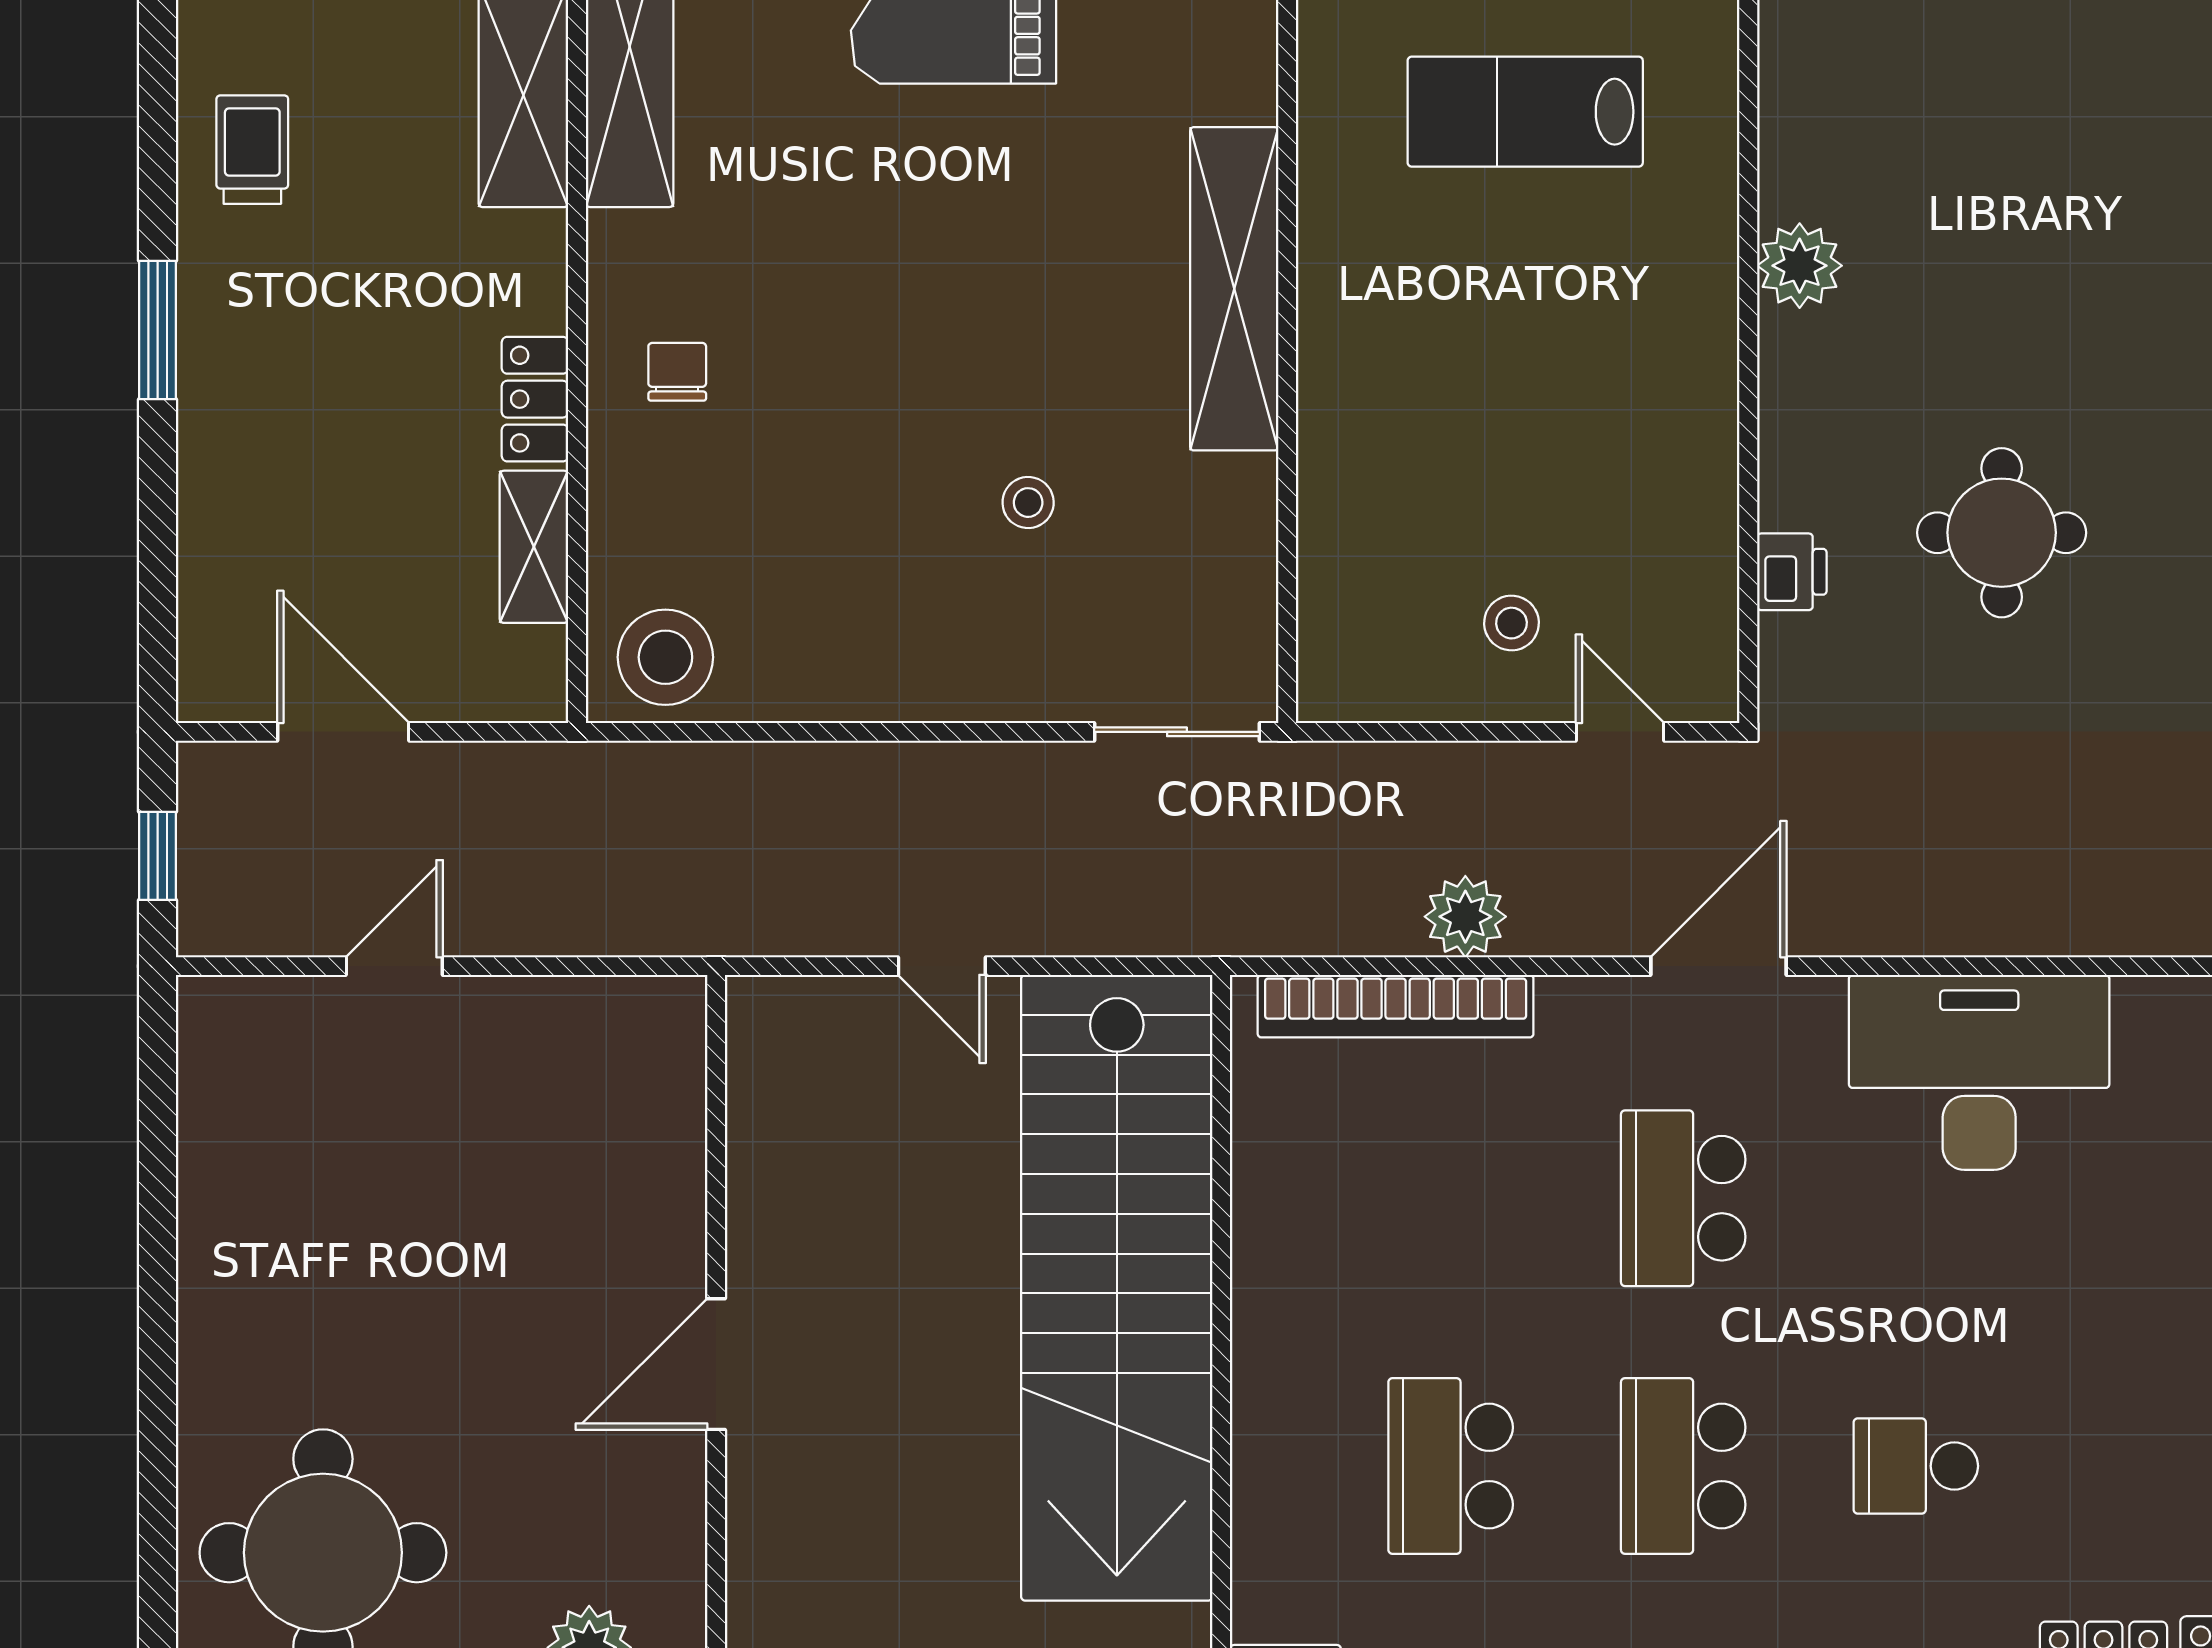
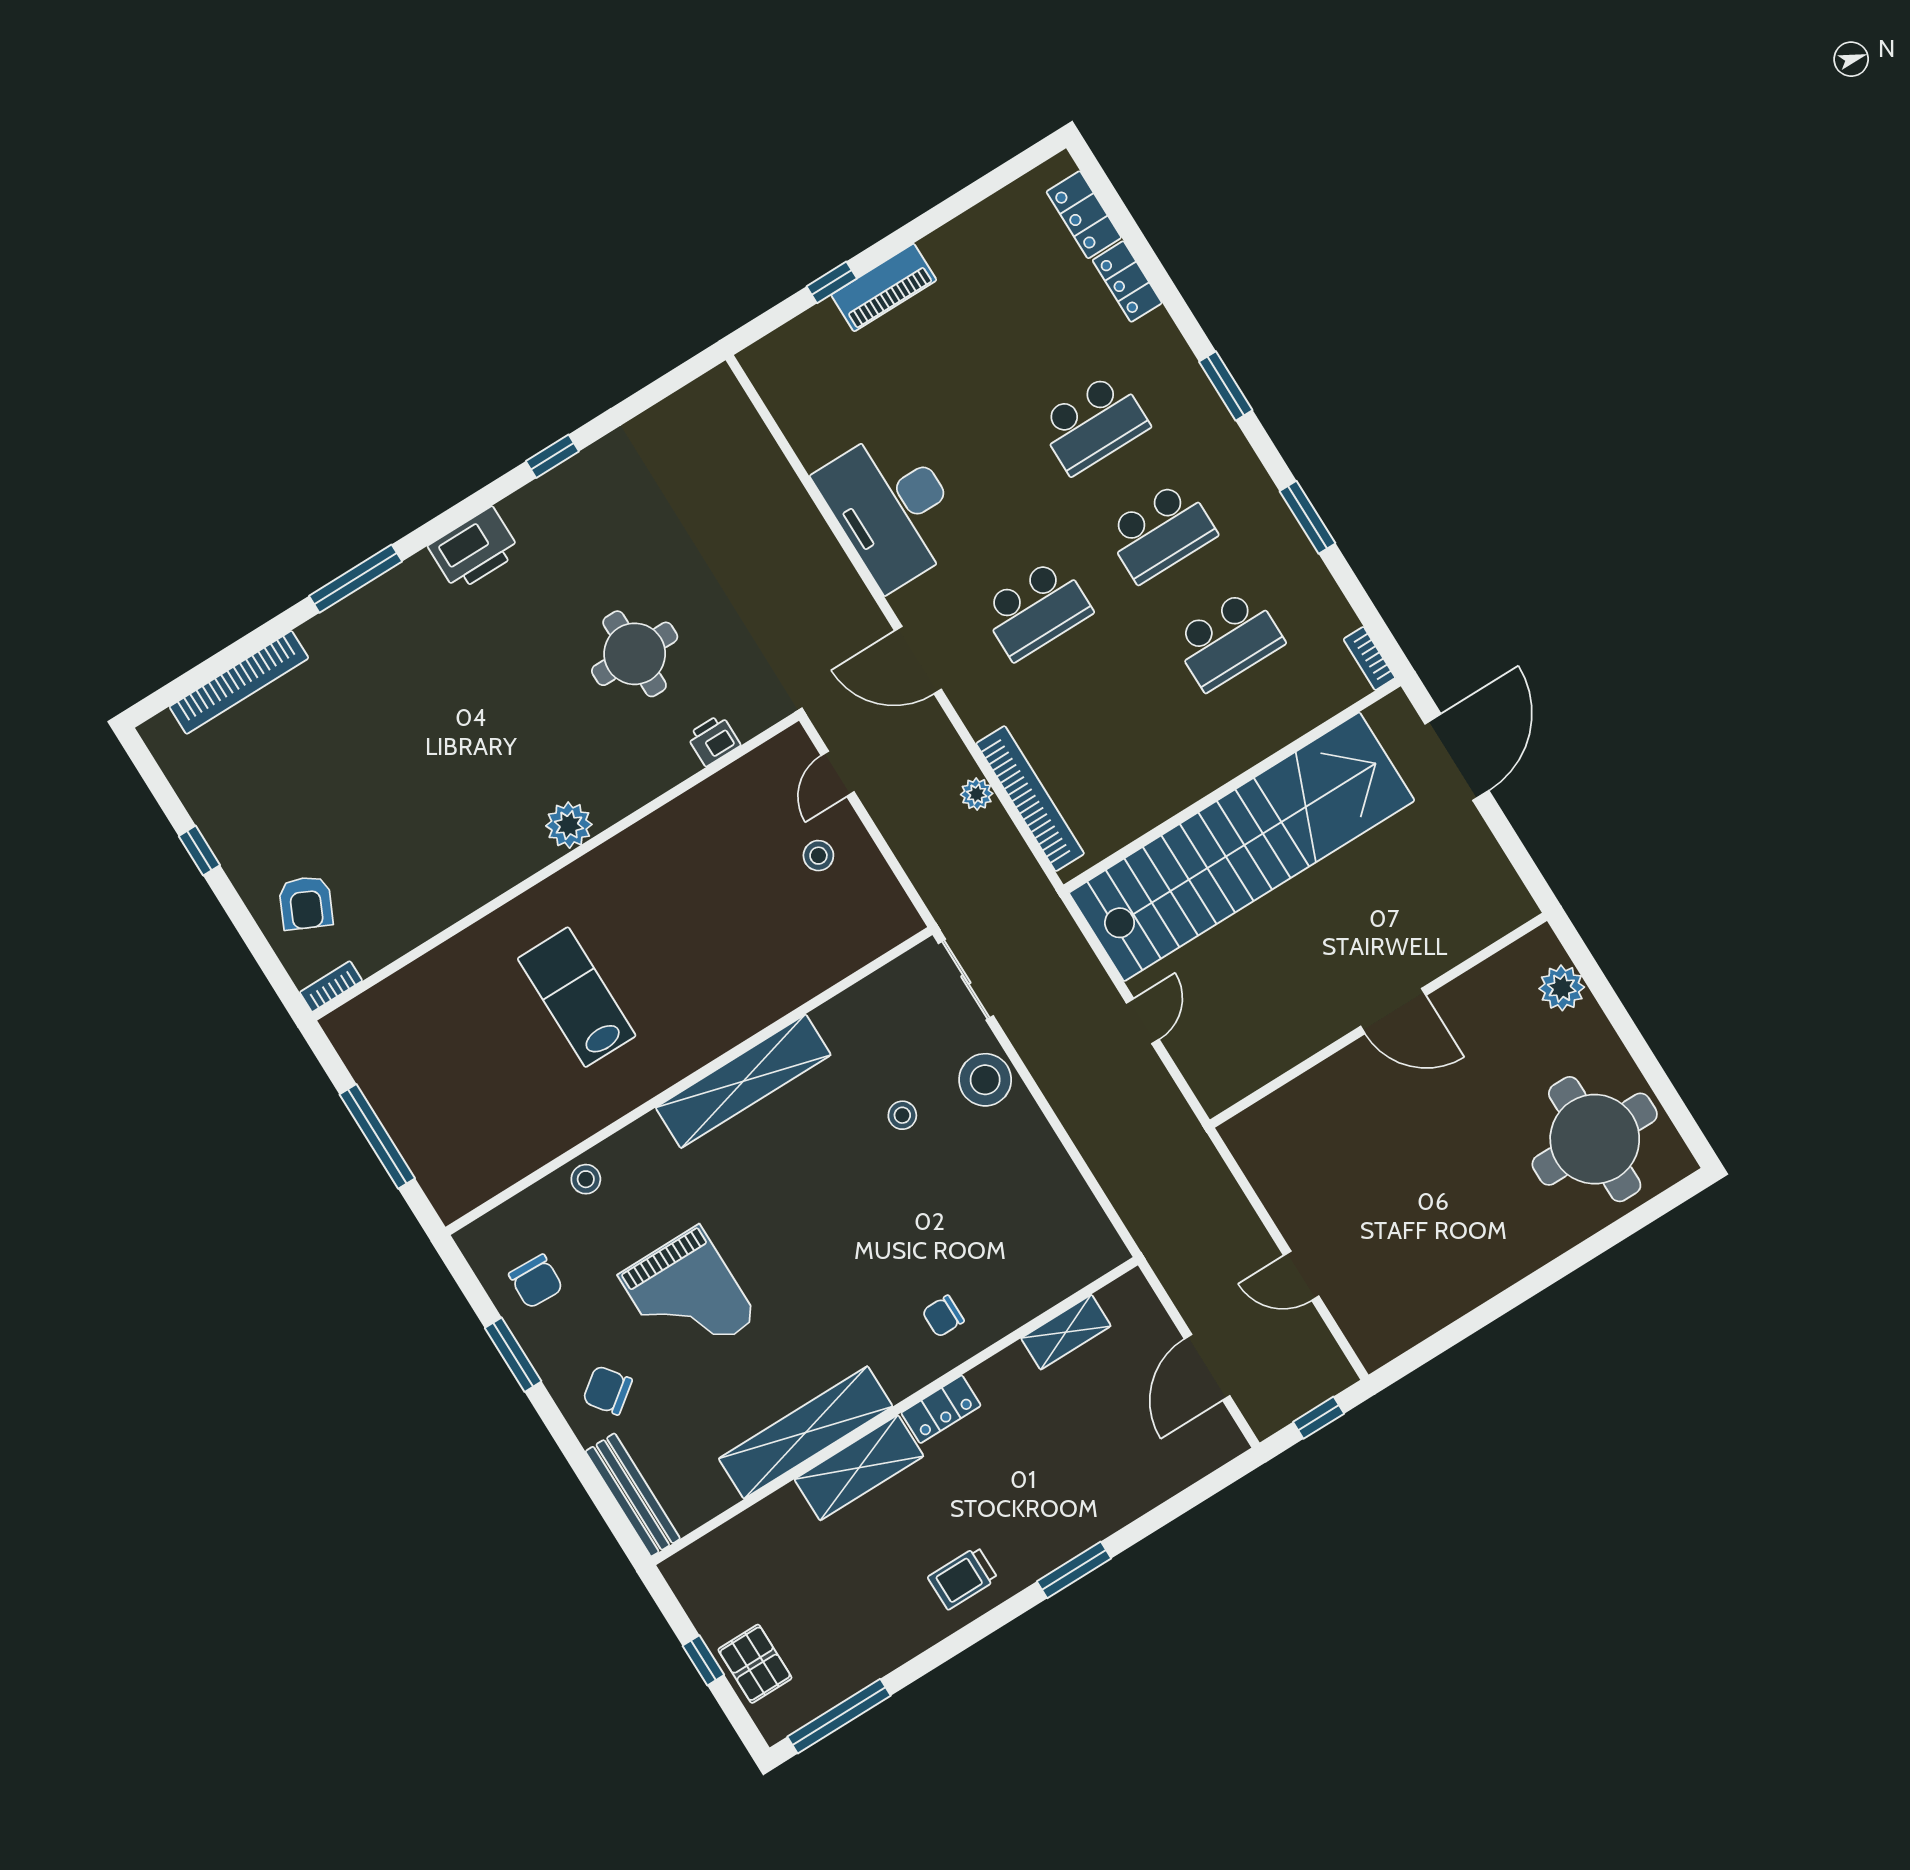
lab bench: (1525, 112) -> (577, 997), turned 180
locker: (535, 399) -> (941, 1409), moved
stool: (665, 657) -> (985, 1080), moved
plant: (1465, 917) -> (977, 794), width x0.73, depth x0.73
school desk: (1916, 1466) -> (1093, 424), width x1.85

